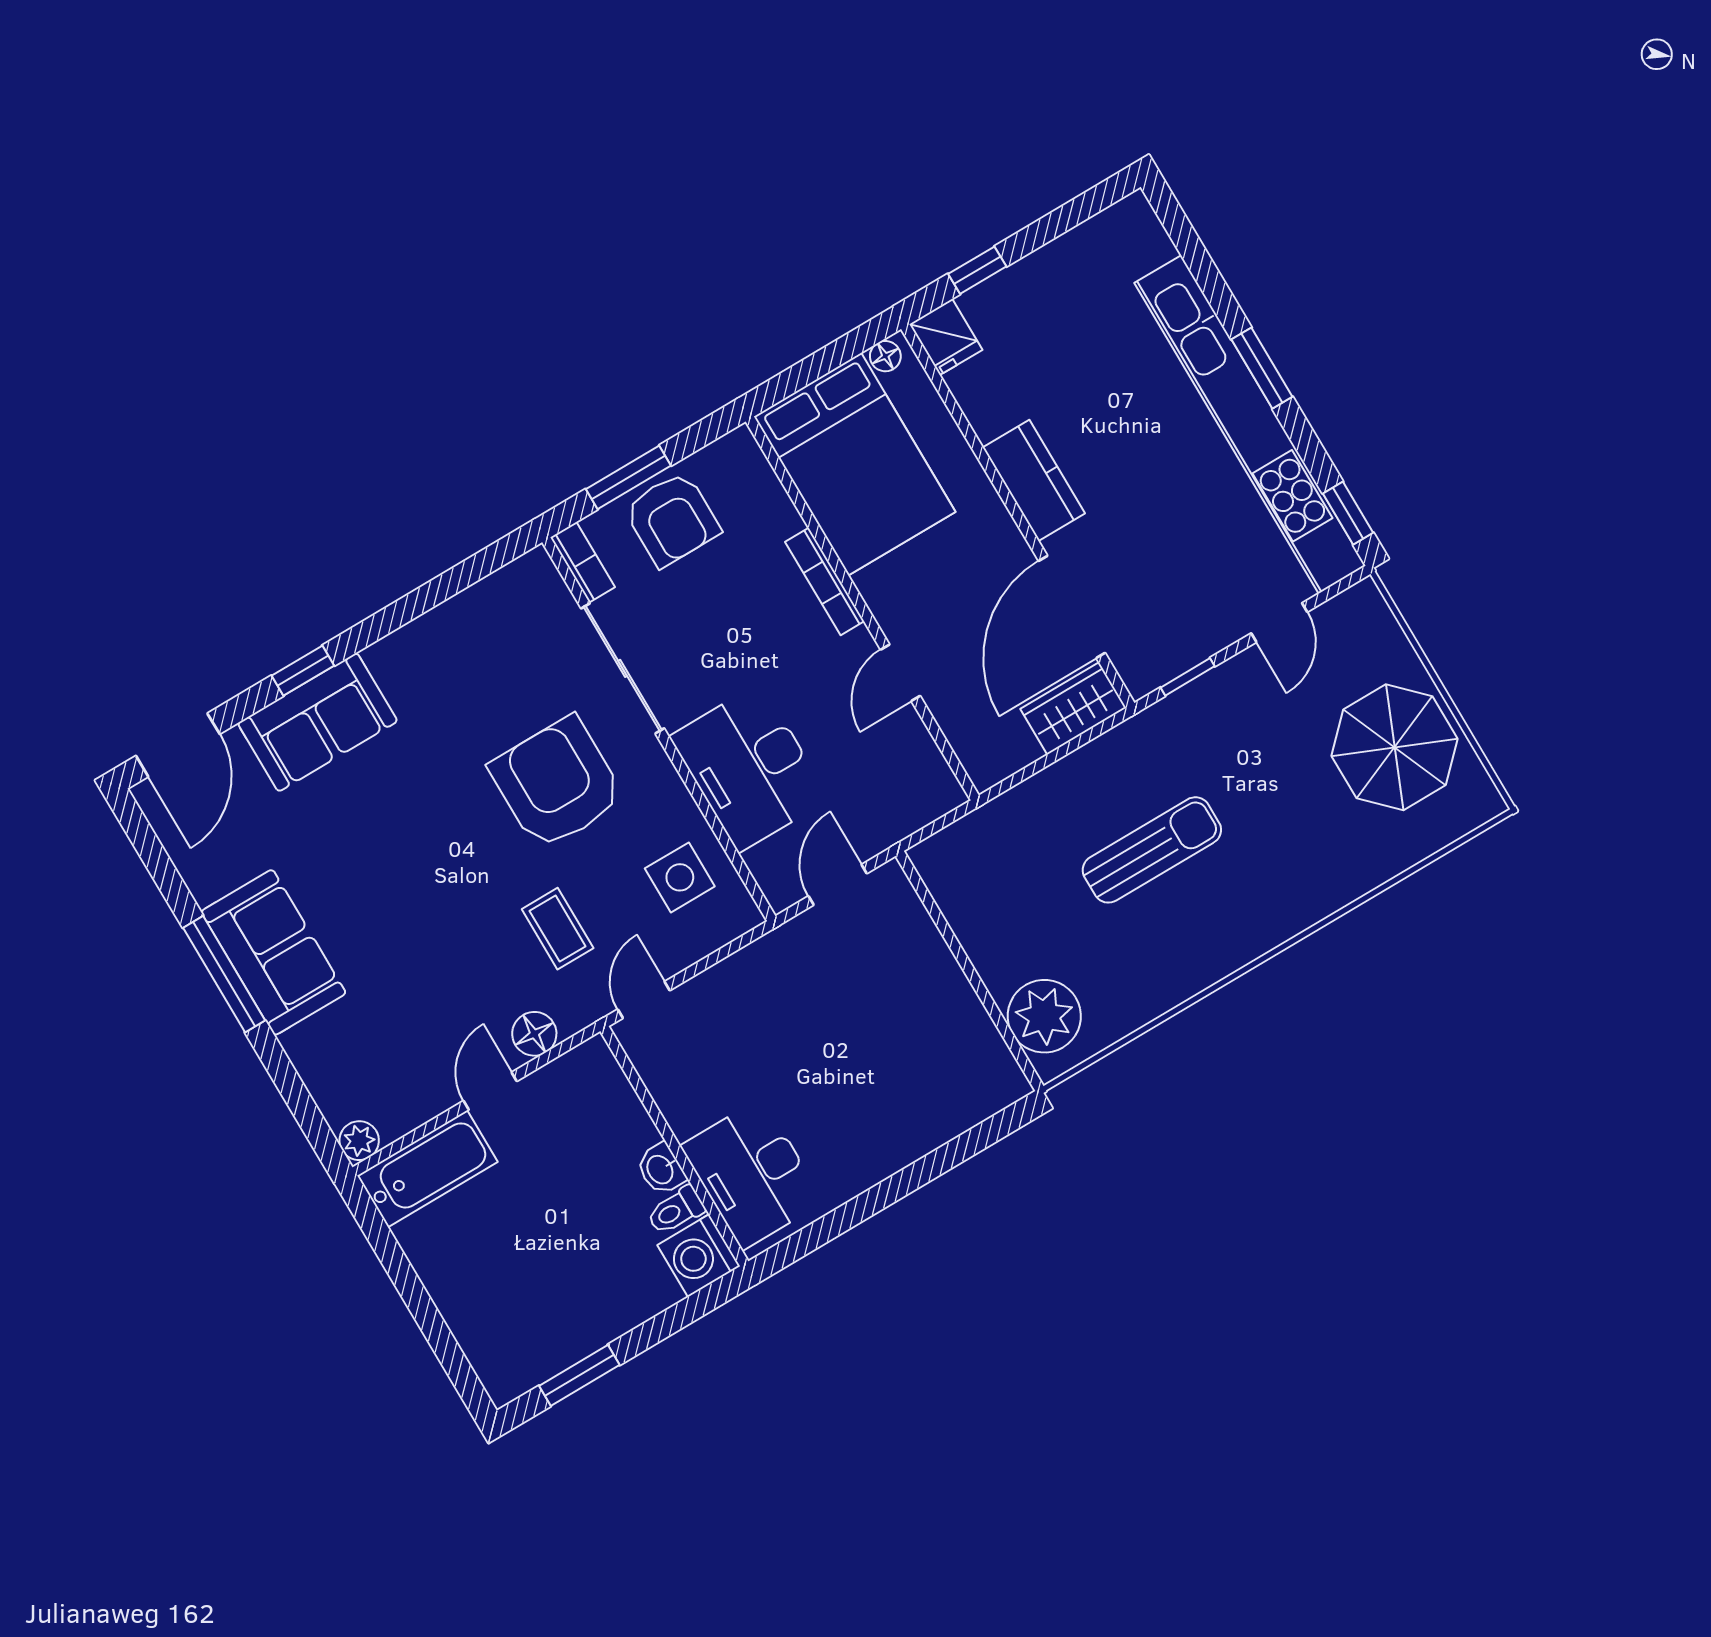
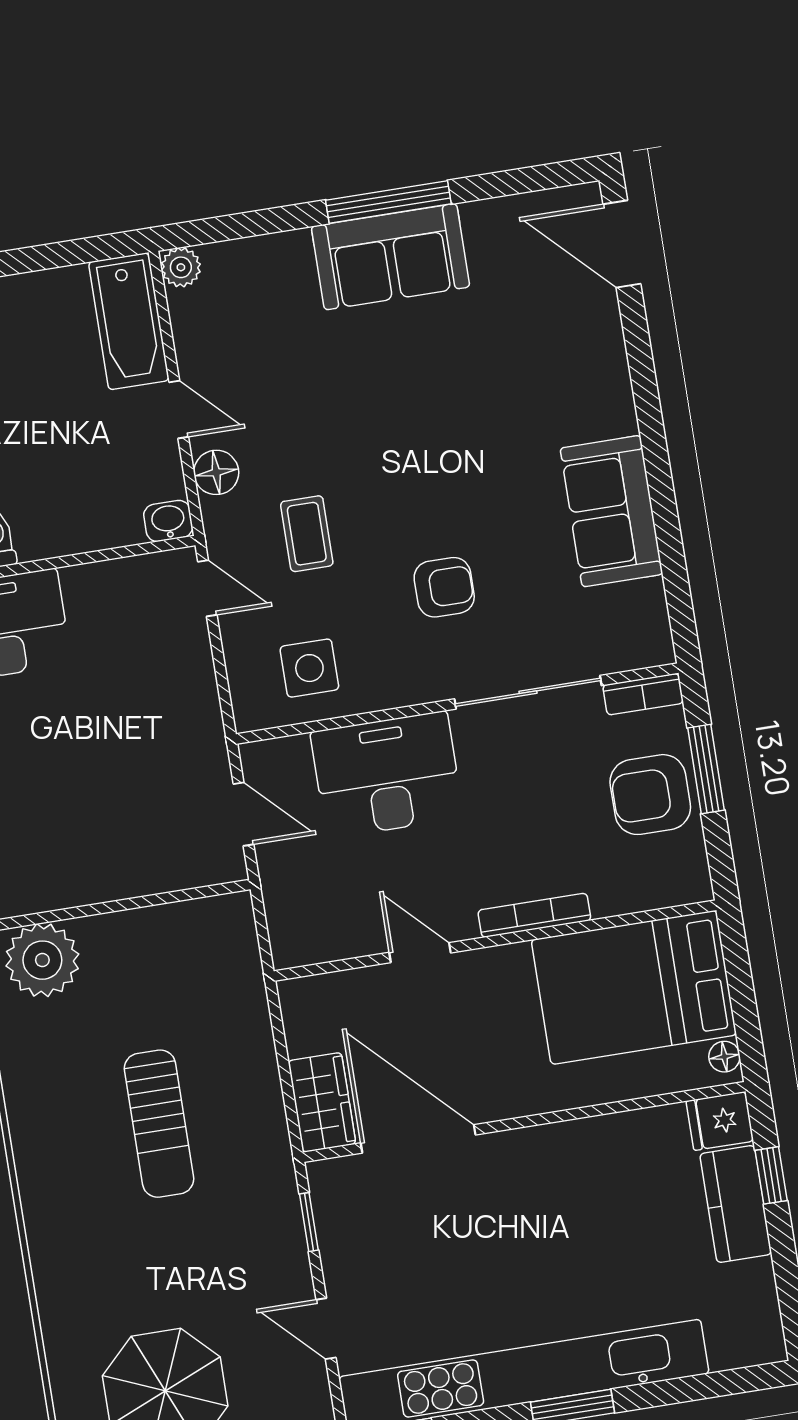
kitchen counter: (1034, 480) -> (736, 1204), moved, turned 90
window: (303, 671) -> (645, 390), removed
sofa: (318, 722) -> (611, 511), moved
armchair: (557, 783) -> (444, 587), width x0.53, depth x0.53
coffee table: (558, 929) -> (307, 534), turned 90
washbasin: (661, 1169) -> (168, 521), moved

